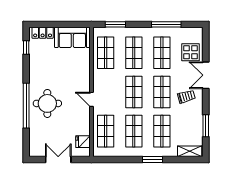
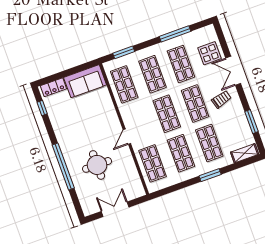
door: (91, 99) -> (127, 137), hinge flipped
round table: (47, 103) -> (97, 165), moved
fridge: (83, 142) -> (134, 182), removed

